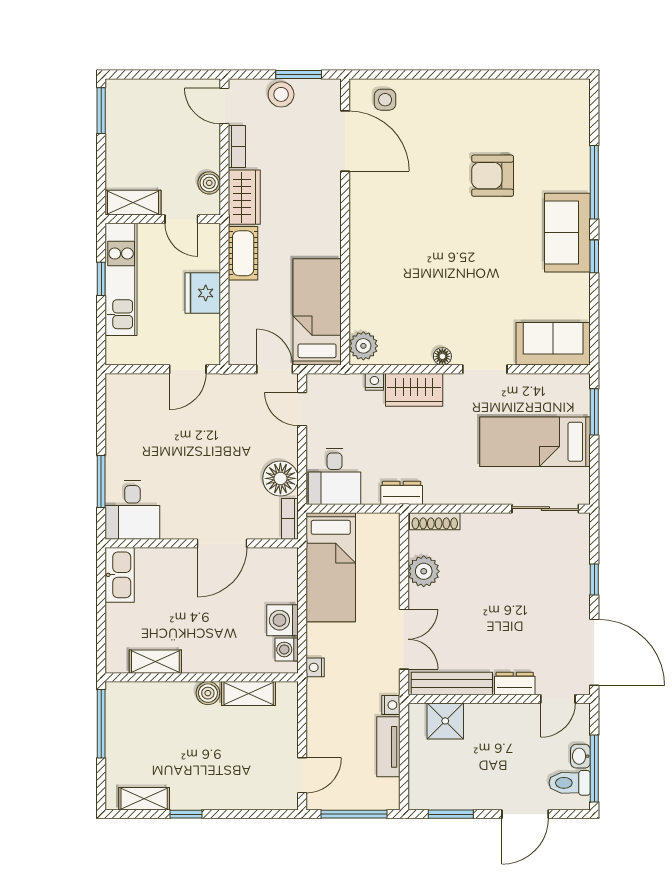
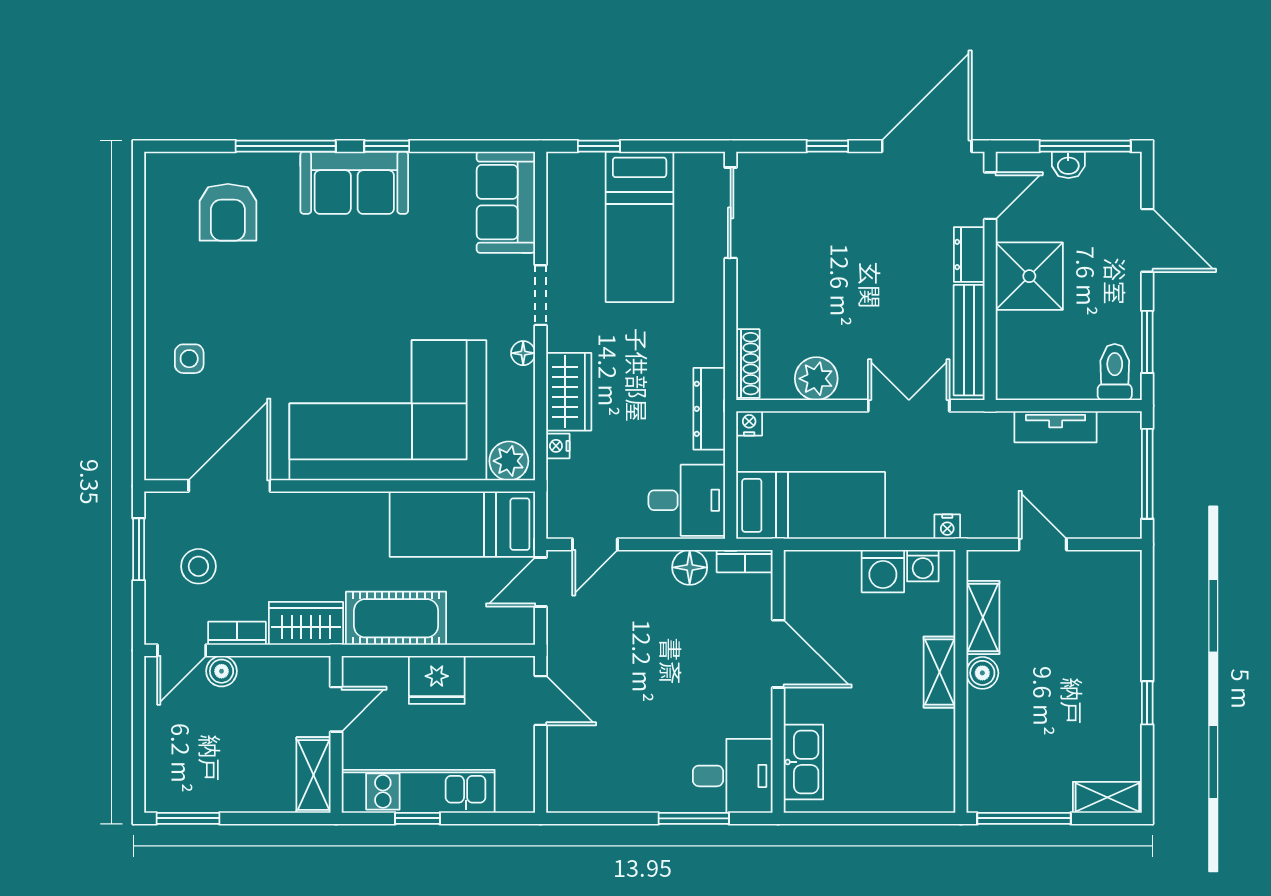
stool: (281, 94) -> (198, 566), moved
side table: (385, 100) -> (189, 359), moved
armchair: (493, 176) -> (228, 212), moved
boiler: (209, 183) -> (222, 671), moved
cot: (243, 253) -> (396, 618), width x1.37, depth x1.34
corner sofa: (400, 257) -> (388, 410), added
window: (594, 412) -> (599, 146), width x0.67
floor lamp: (280, 478) -> (690, 567), width x0.73, depth x0.73
dresser: (402, 493) -> (709, 409), width x1.44
kitchen sink: (120, 575) -> (803, 762), moved, turned 90
shelving: (155, 662) -> (939, 672), moved
door: (558, 699) -> (990, 196), hinge flipped
nightstand: (391, 705) -> (749, 423), moved
shower: (445, 721) -> (1029, 276), moved, width x1.36, depth x1.36
door: (302, 775) -> (1043, 544), moved
toilet: (570, 783) -> (1115, 372), moved, turned 180
shelving: (144, 799) -> (1107, 797), moved, turned 90

